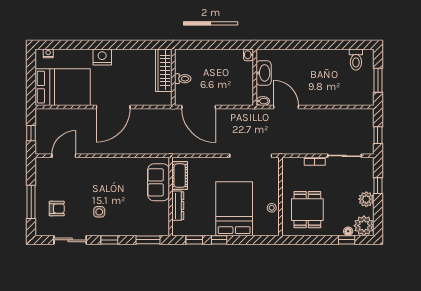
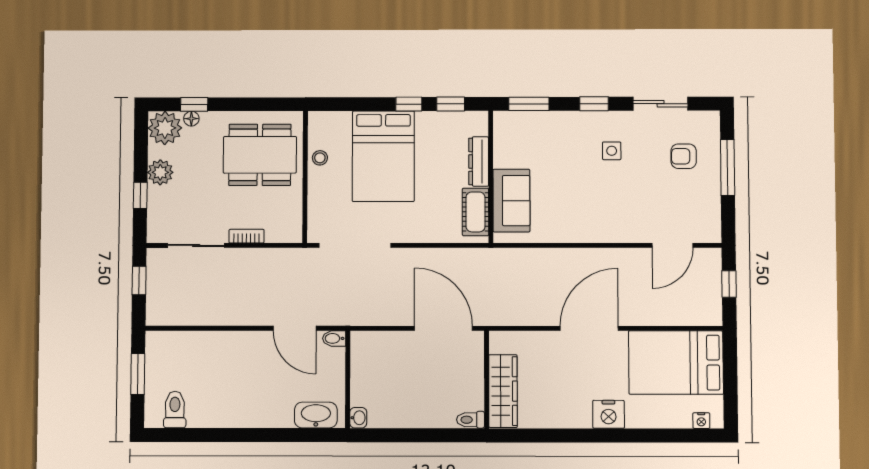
washbasin: (264, 73) -> (316, 415), moved, turned 90
toilet: (183, 79) -> (470, 420), moved
dining table: (307, 210) -> (260, 155), width x1.38

